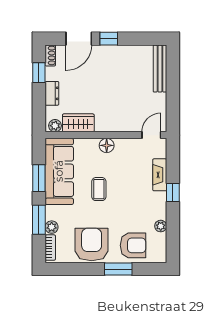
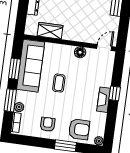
plant: (55, 126) -> (32, 31), removed
floor lamp: (107, 145) -> (80, 52), moved
fireplace: (160, 175) -> (104, 100), moved
plant: (161, 226) -> (99, 141), moved
armchair: (92, 244) -> (48, 124), width x0.53, depth x0.53

